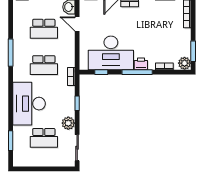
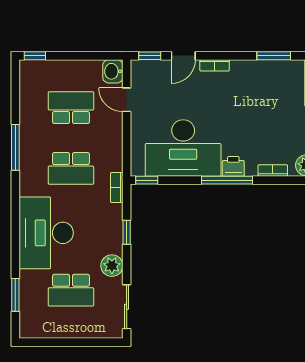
school desk: (44, 29) -> (71, 108), turned 180
window: (101, 72) -> (147, 180), moved

